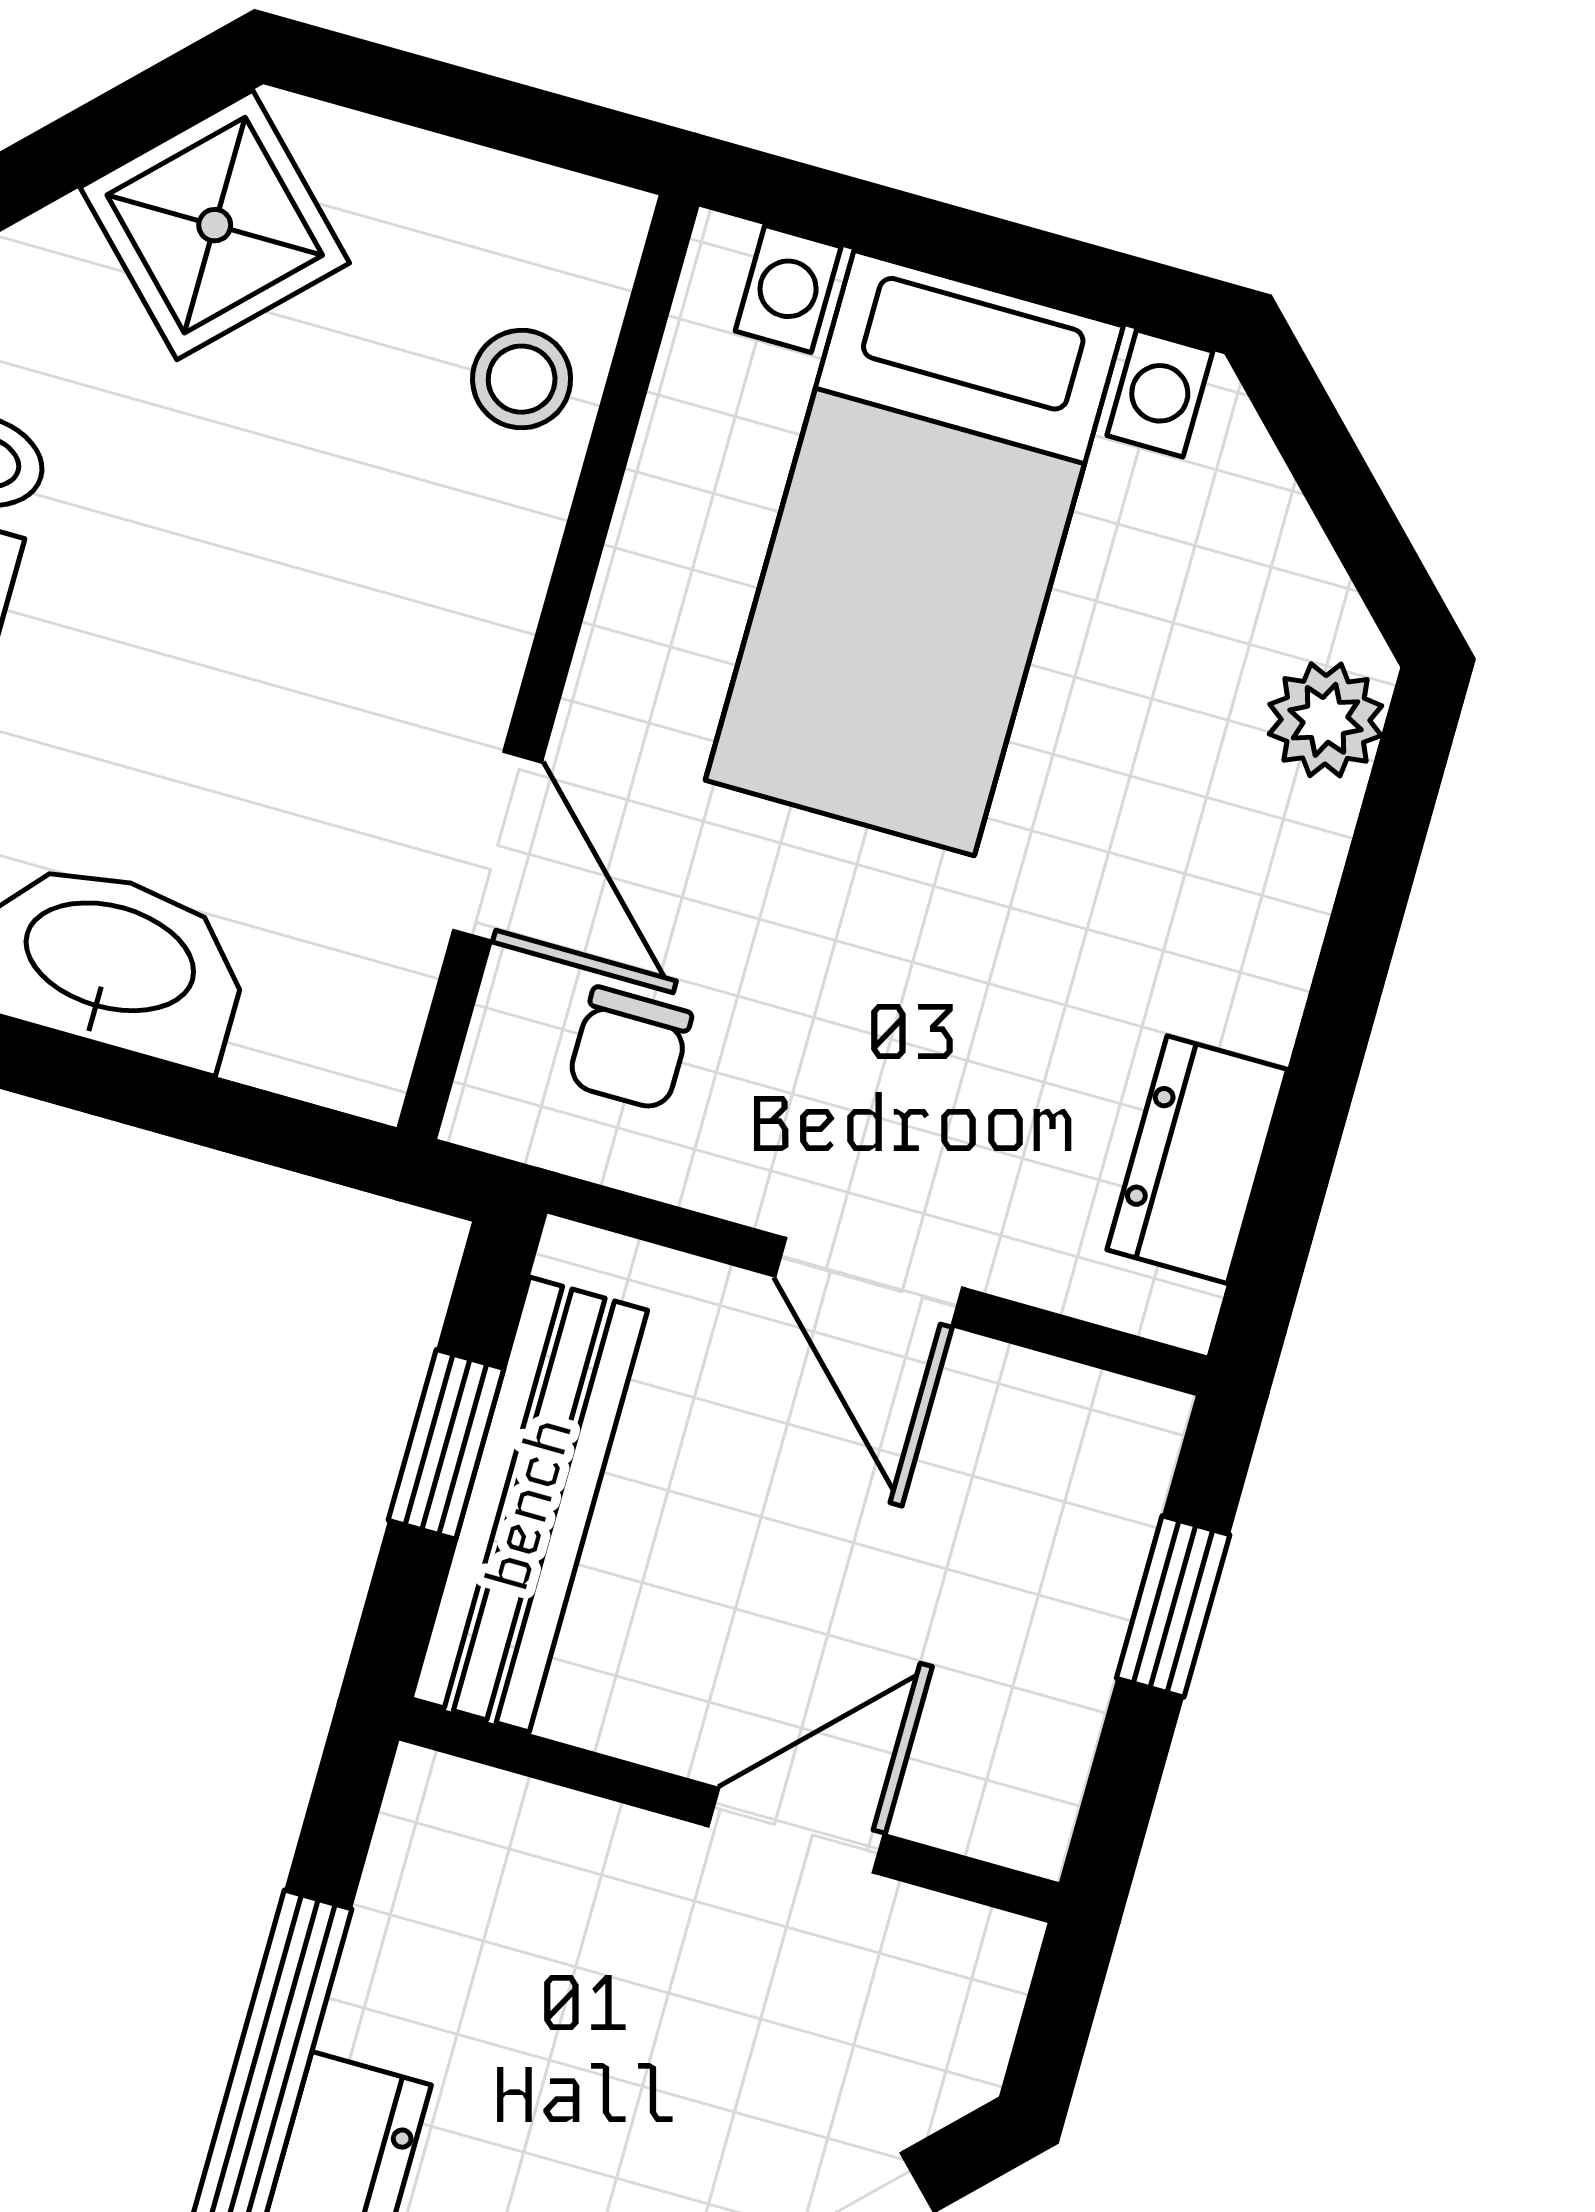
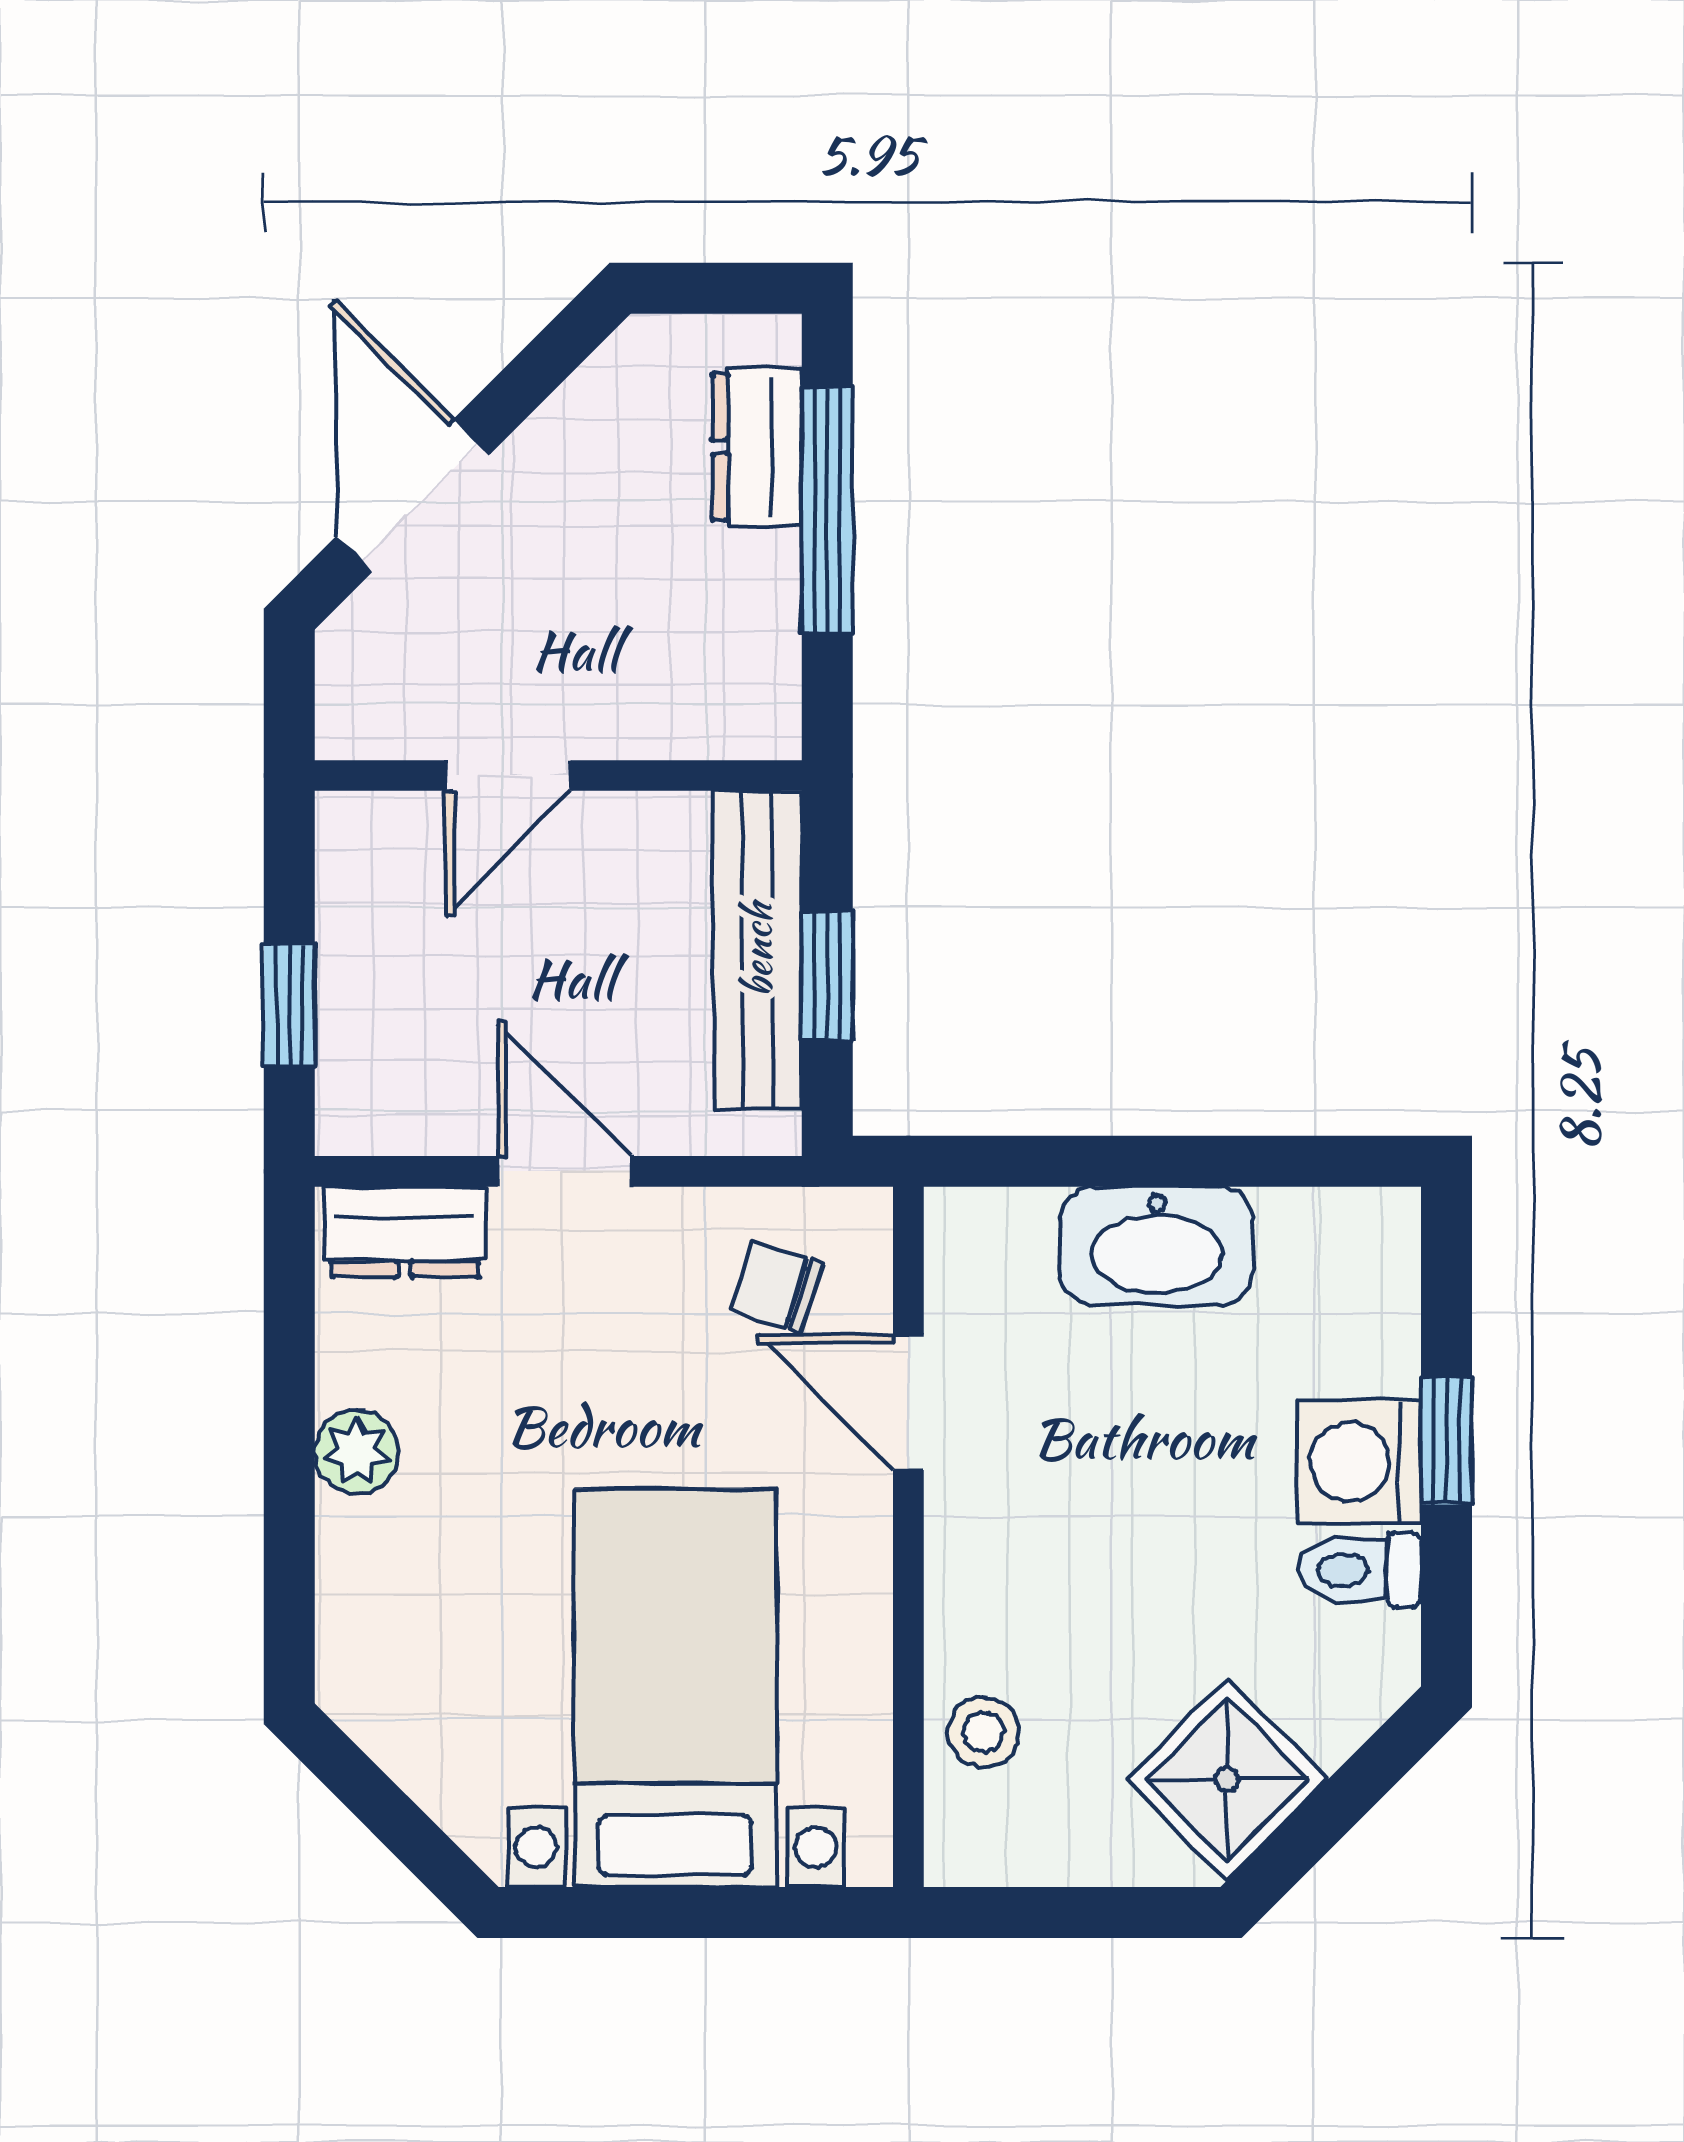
plant: (1326, 720) -> (357, 1452), moved
chair: (630, 1049) -> (777, 1287), turned -72
dresser: (1197, 1160) -> (405, 1232), moved, turned 90

